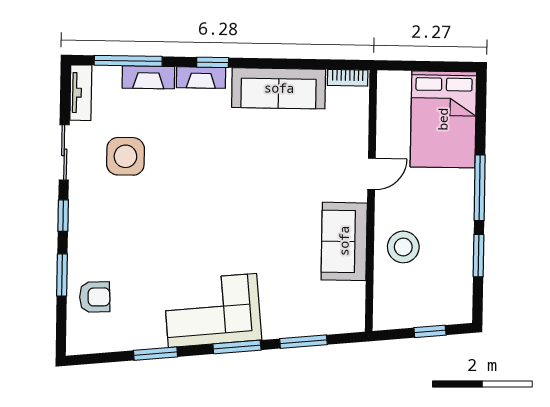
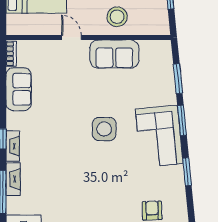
sofa: (279, 88) -> (19, 89), width x0.73
side table: (125, 156) -> (104, 129), moved

